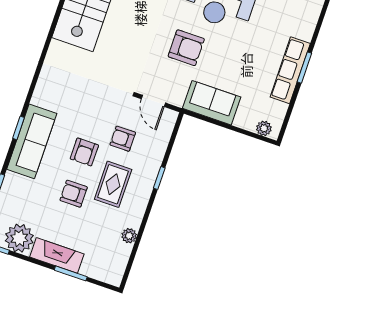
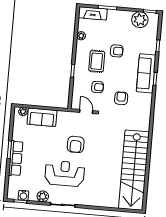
armchair: (186, 48) -> (76, 144), turned -90
row of seats: (290, 70) -> (16, 158), moved
sofa: (212, 103) -> (42, 117), moved
armchair: (84, 152) -> (121, 98), moved
fireplace: (57, 255) -> (93, 13), moved

